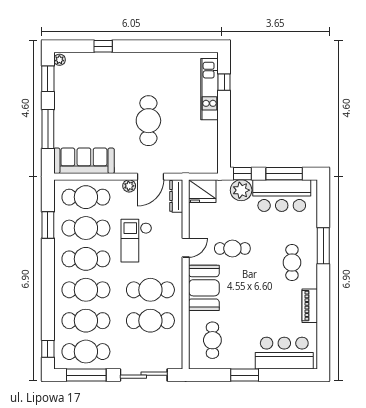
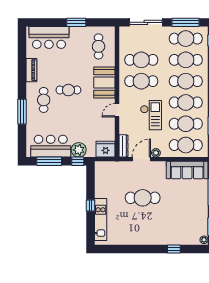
window: (224, 82) -> (90, 205), moved
cafe table: (148, 121) -> (143, 198), turned 90
cafe table: (232, 248) -> (68, 90), moved

